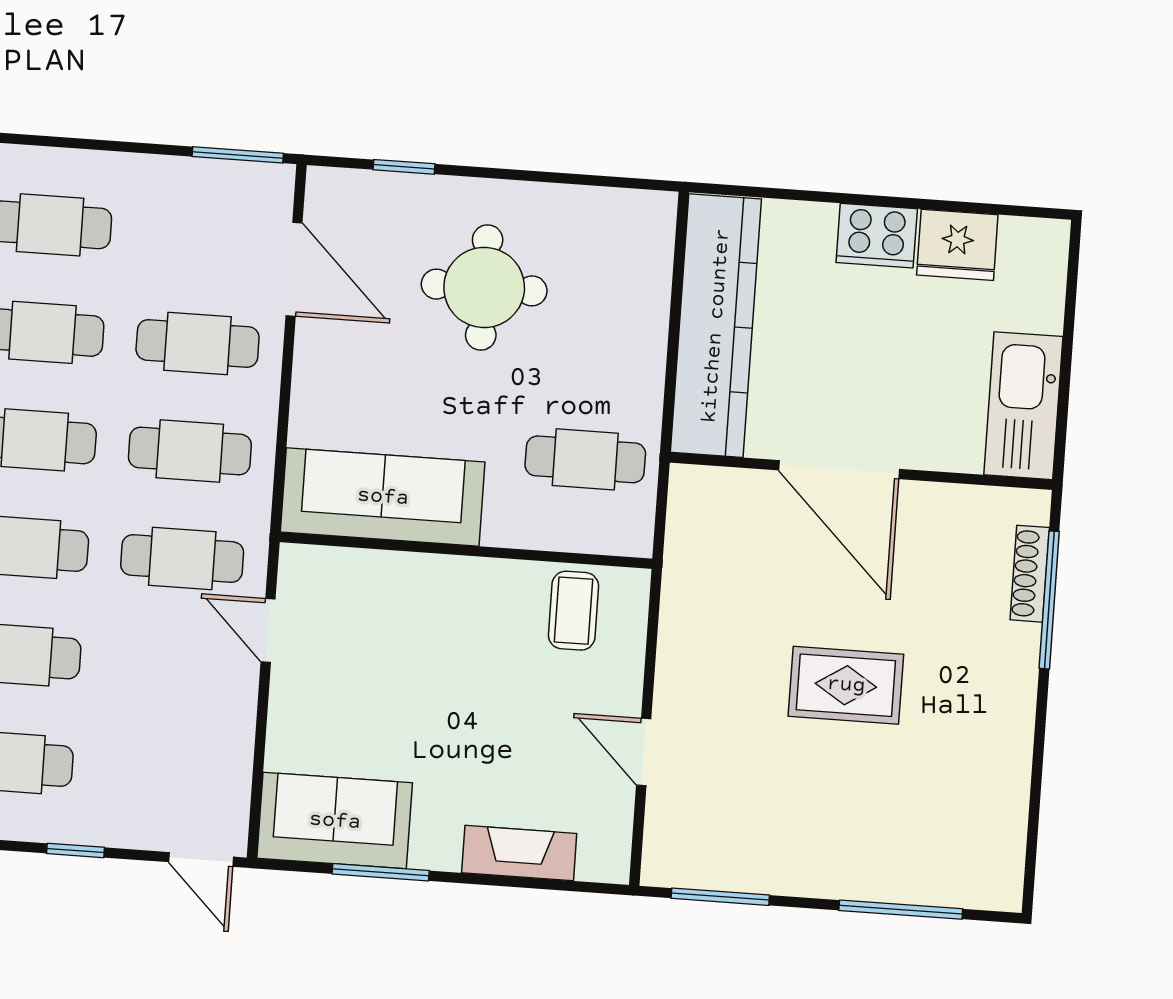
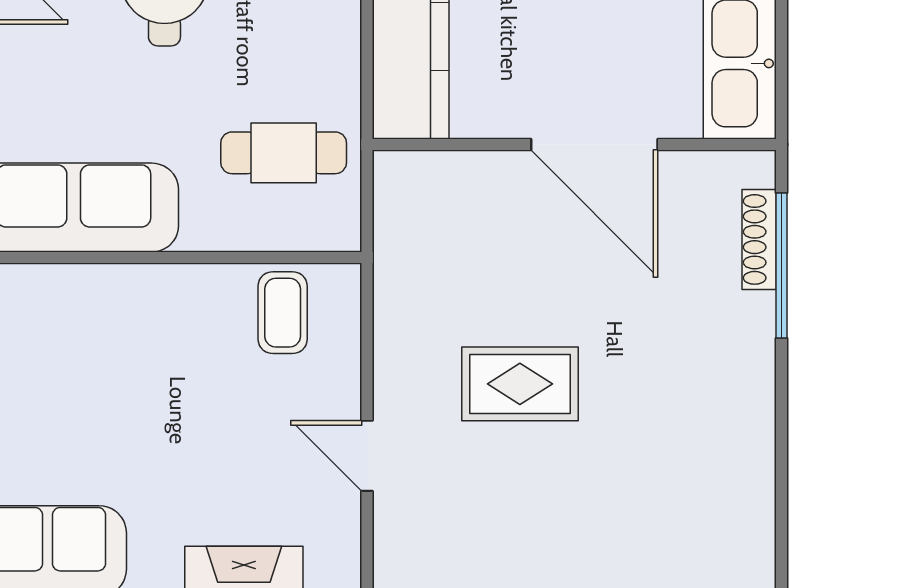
door: (839, 470) -> (594, 144), moved
rug: (846, 685) -> (520, 384), moved

